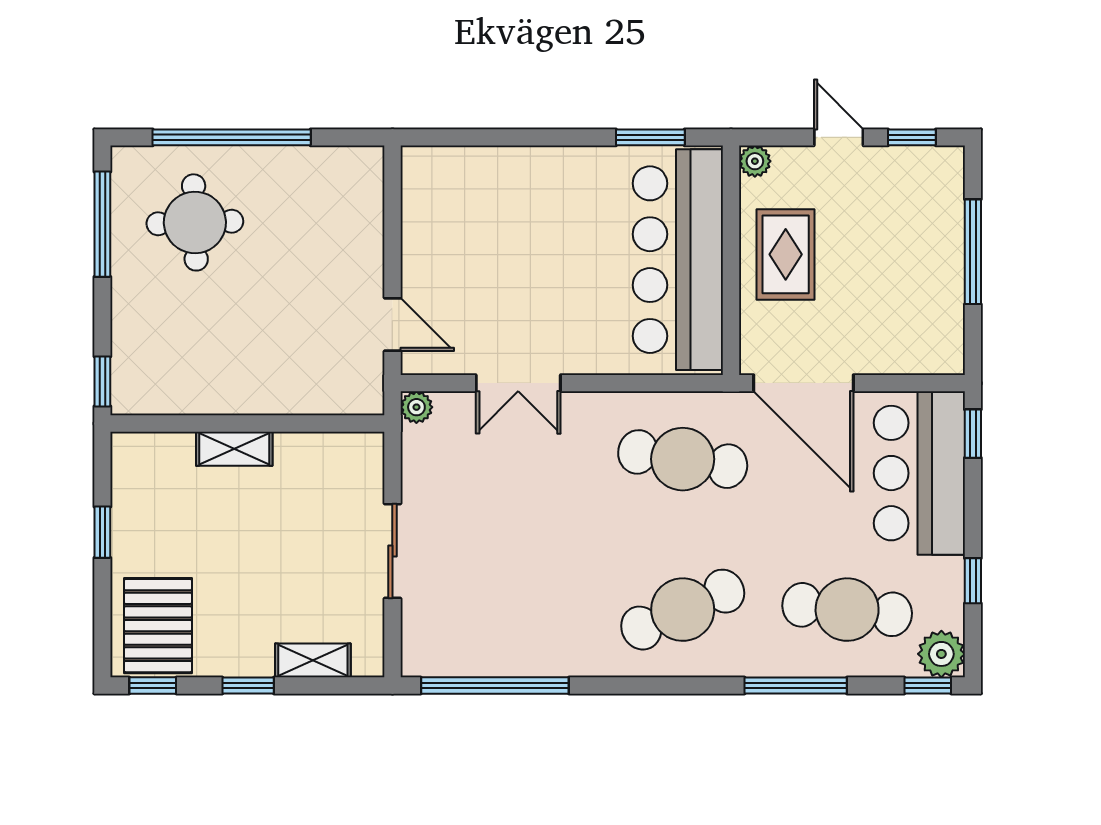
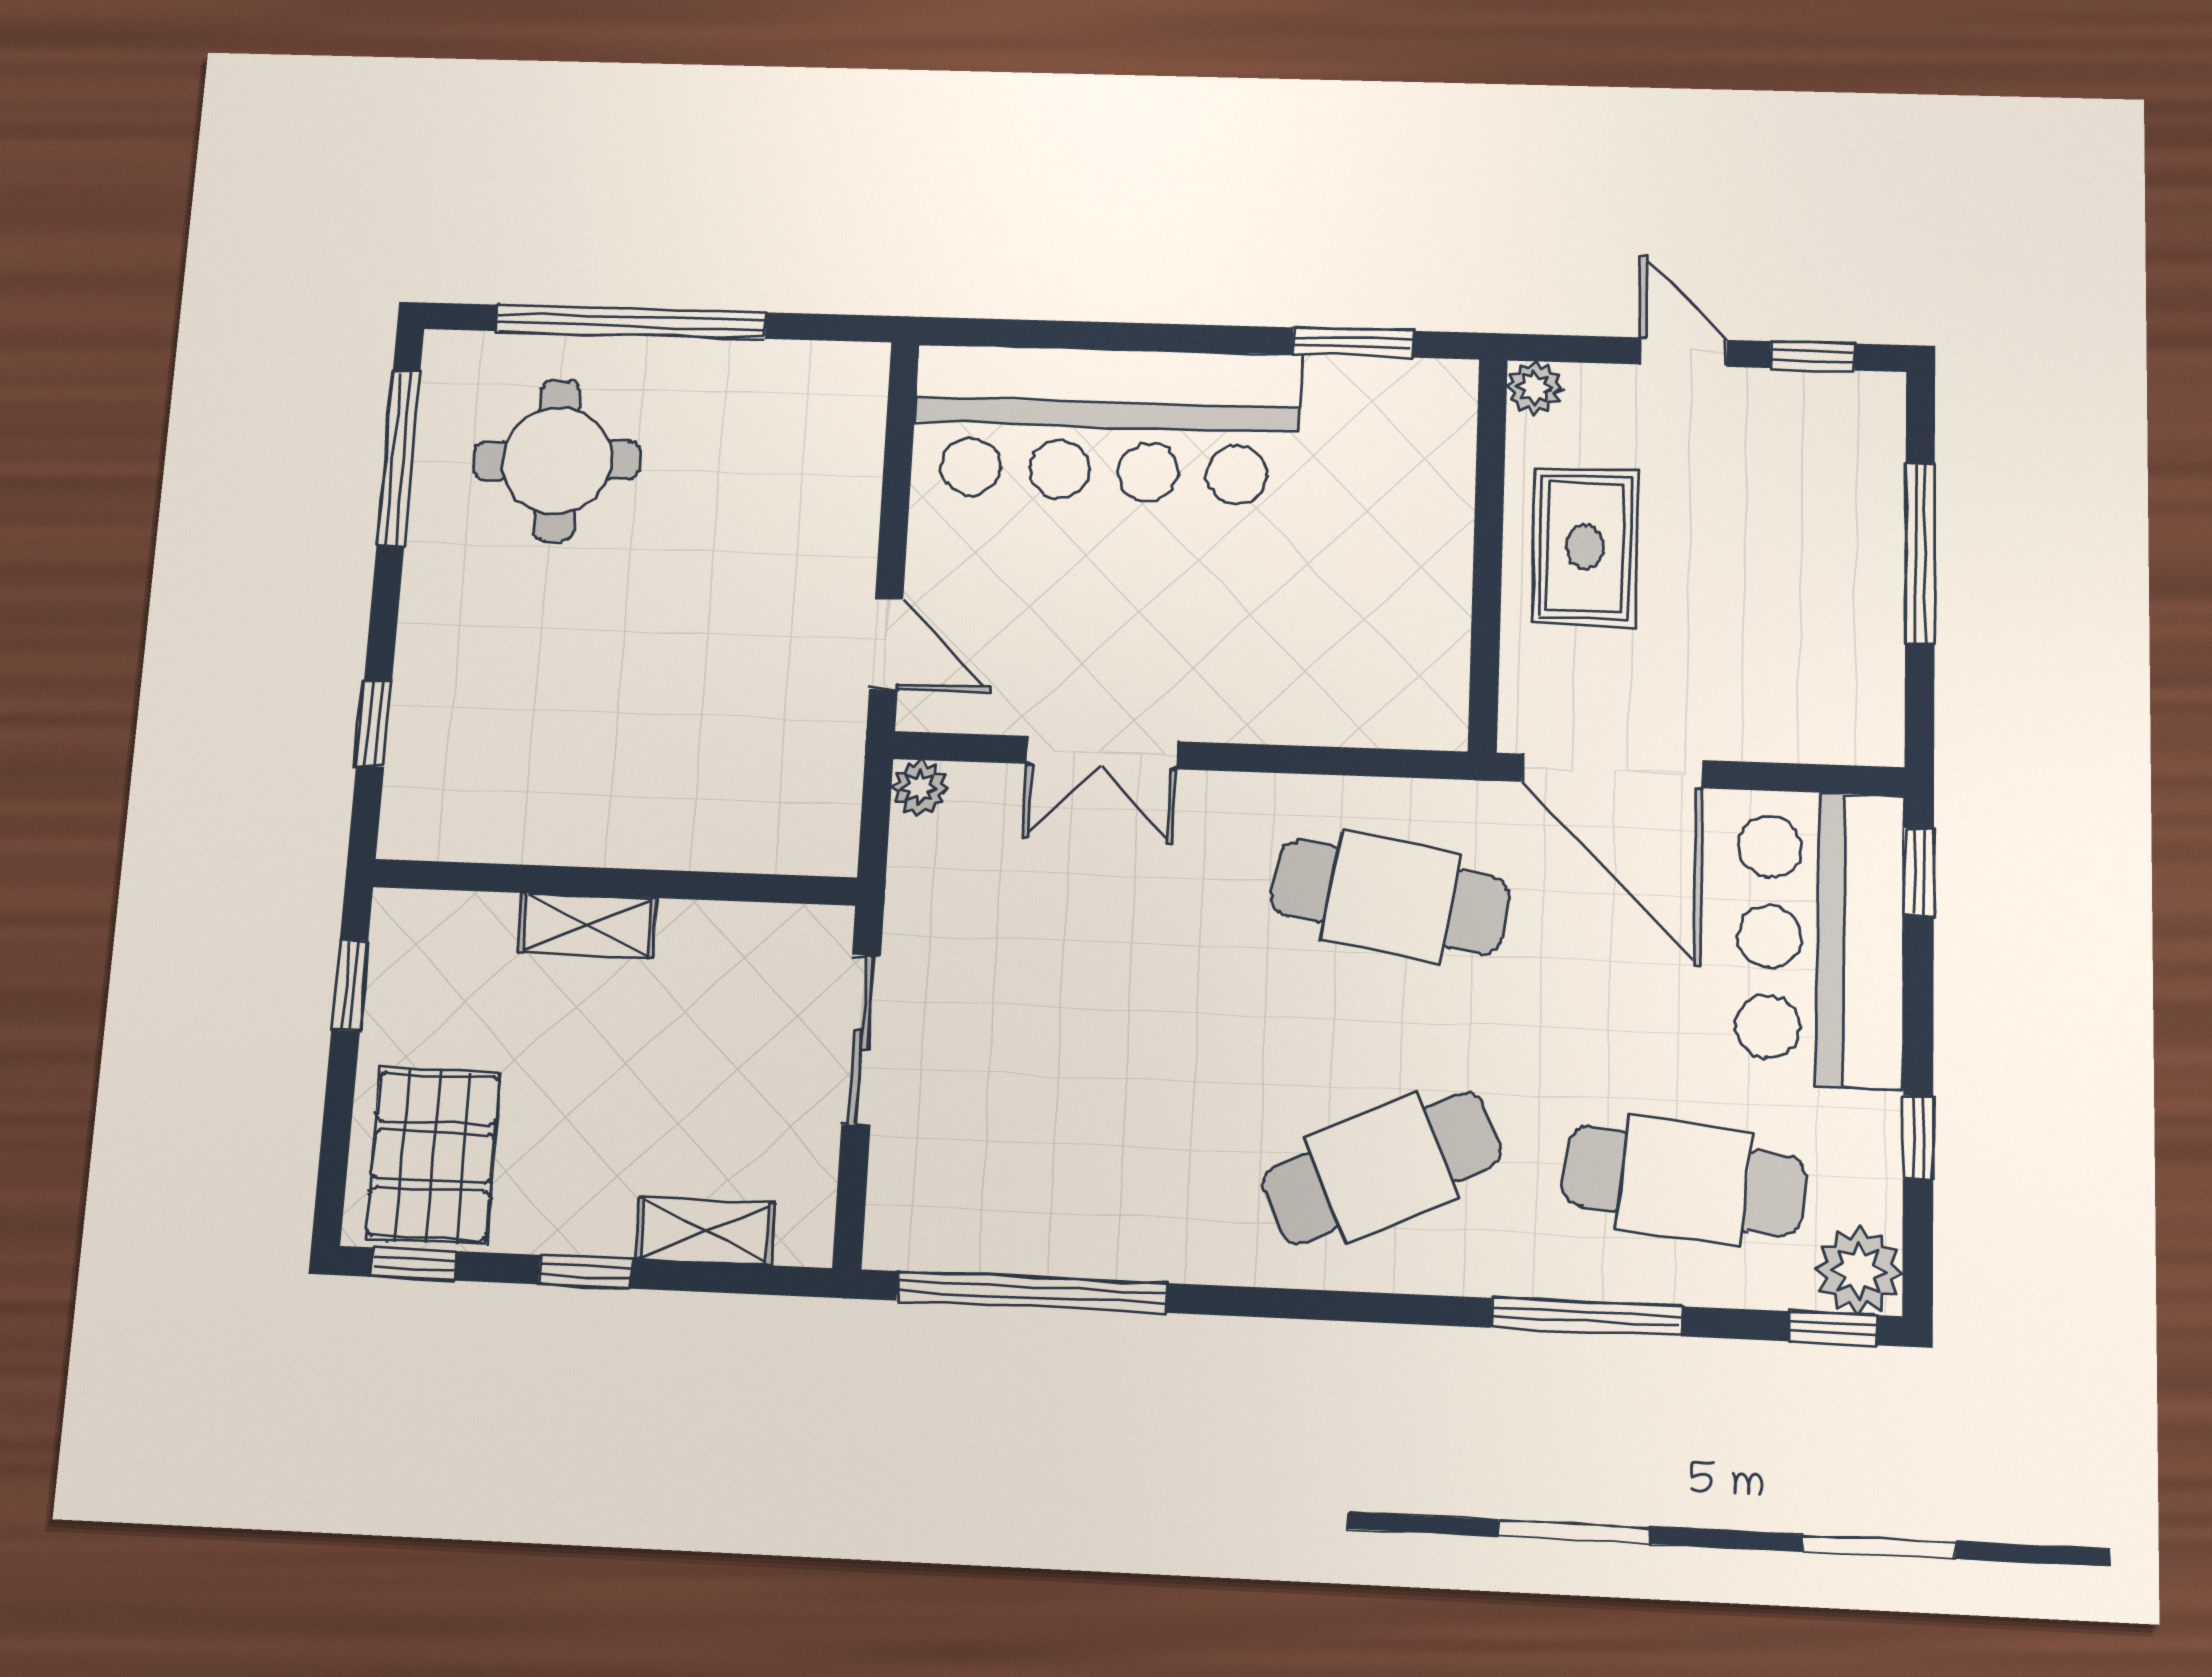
bar counter: (678, 260) -> (1106, 424), moved, turned -90
wall: (247, 423) -> (614, 882), moved
shelving: (234, 449) -> (588, 926), moved

